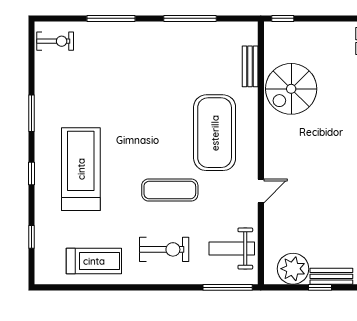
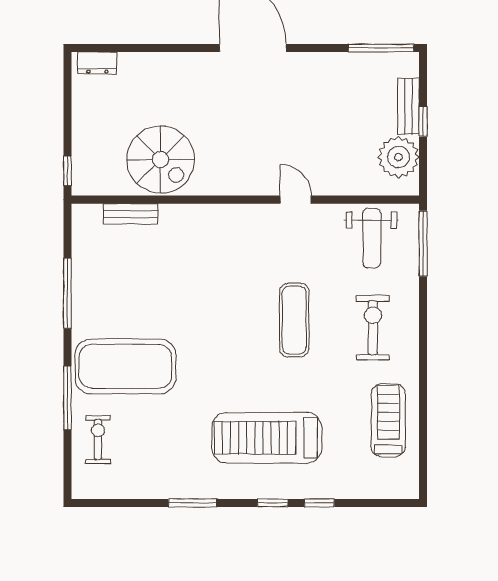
exercise bike: (55, 41) -> (98, 439), moved
exercise mat: (215, 133) -> (125, 366), moved
window: (32, 237) -> (319, 503), moved

